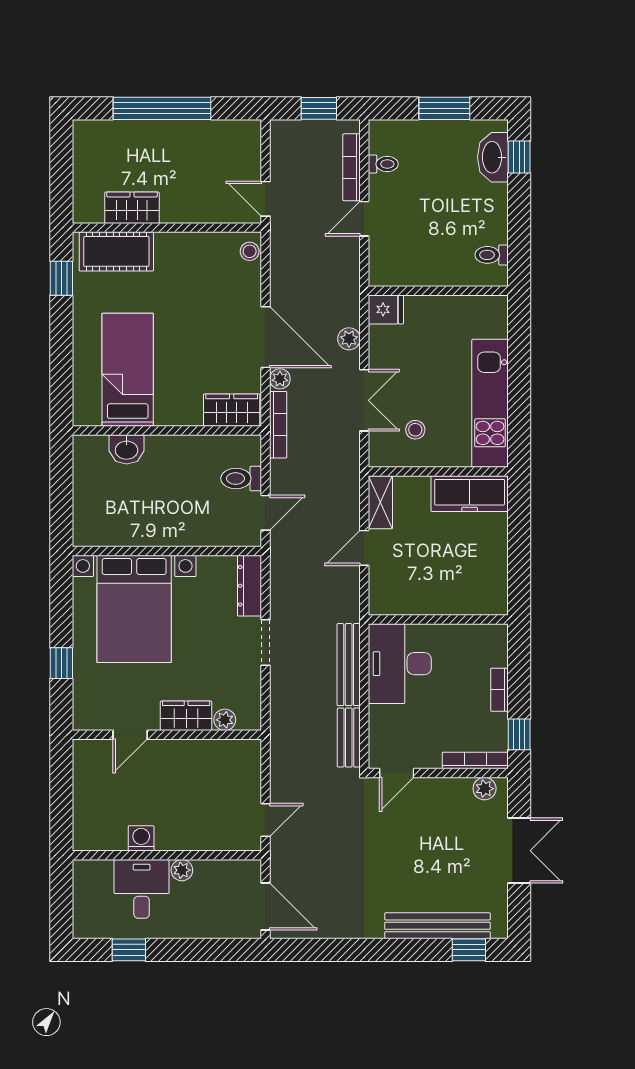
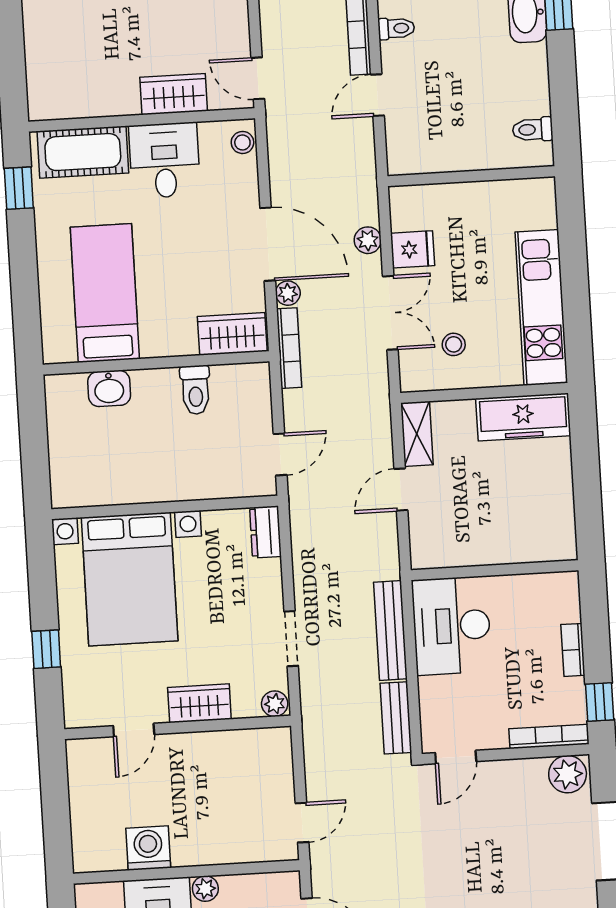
wardrobe: (132, 208) -> (174, 94), moved
desk: (184, 262) -> (165, 160), added
fridge: (386, 309) -> (413, 249), moved
toilet: (241, 479) -> (195, 390), moved, turned -90
dresser: (249, 586) -> (265, 532), width x0.70
doorway: (266, 642) -> (291, 639), moved
plant: (225, 720) -> (275, 704), moved
plant: (485, 789) -> (568, 774), width x1.38, depth x1.38
washing machine: (141, 838) -> (148, 848), width x1.38, depth x1.38

